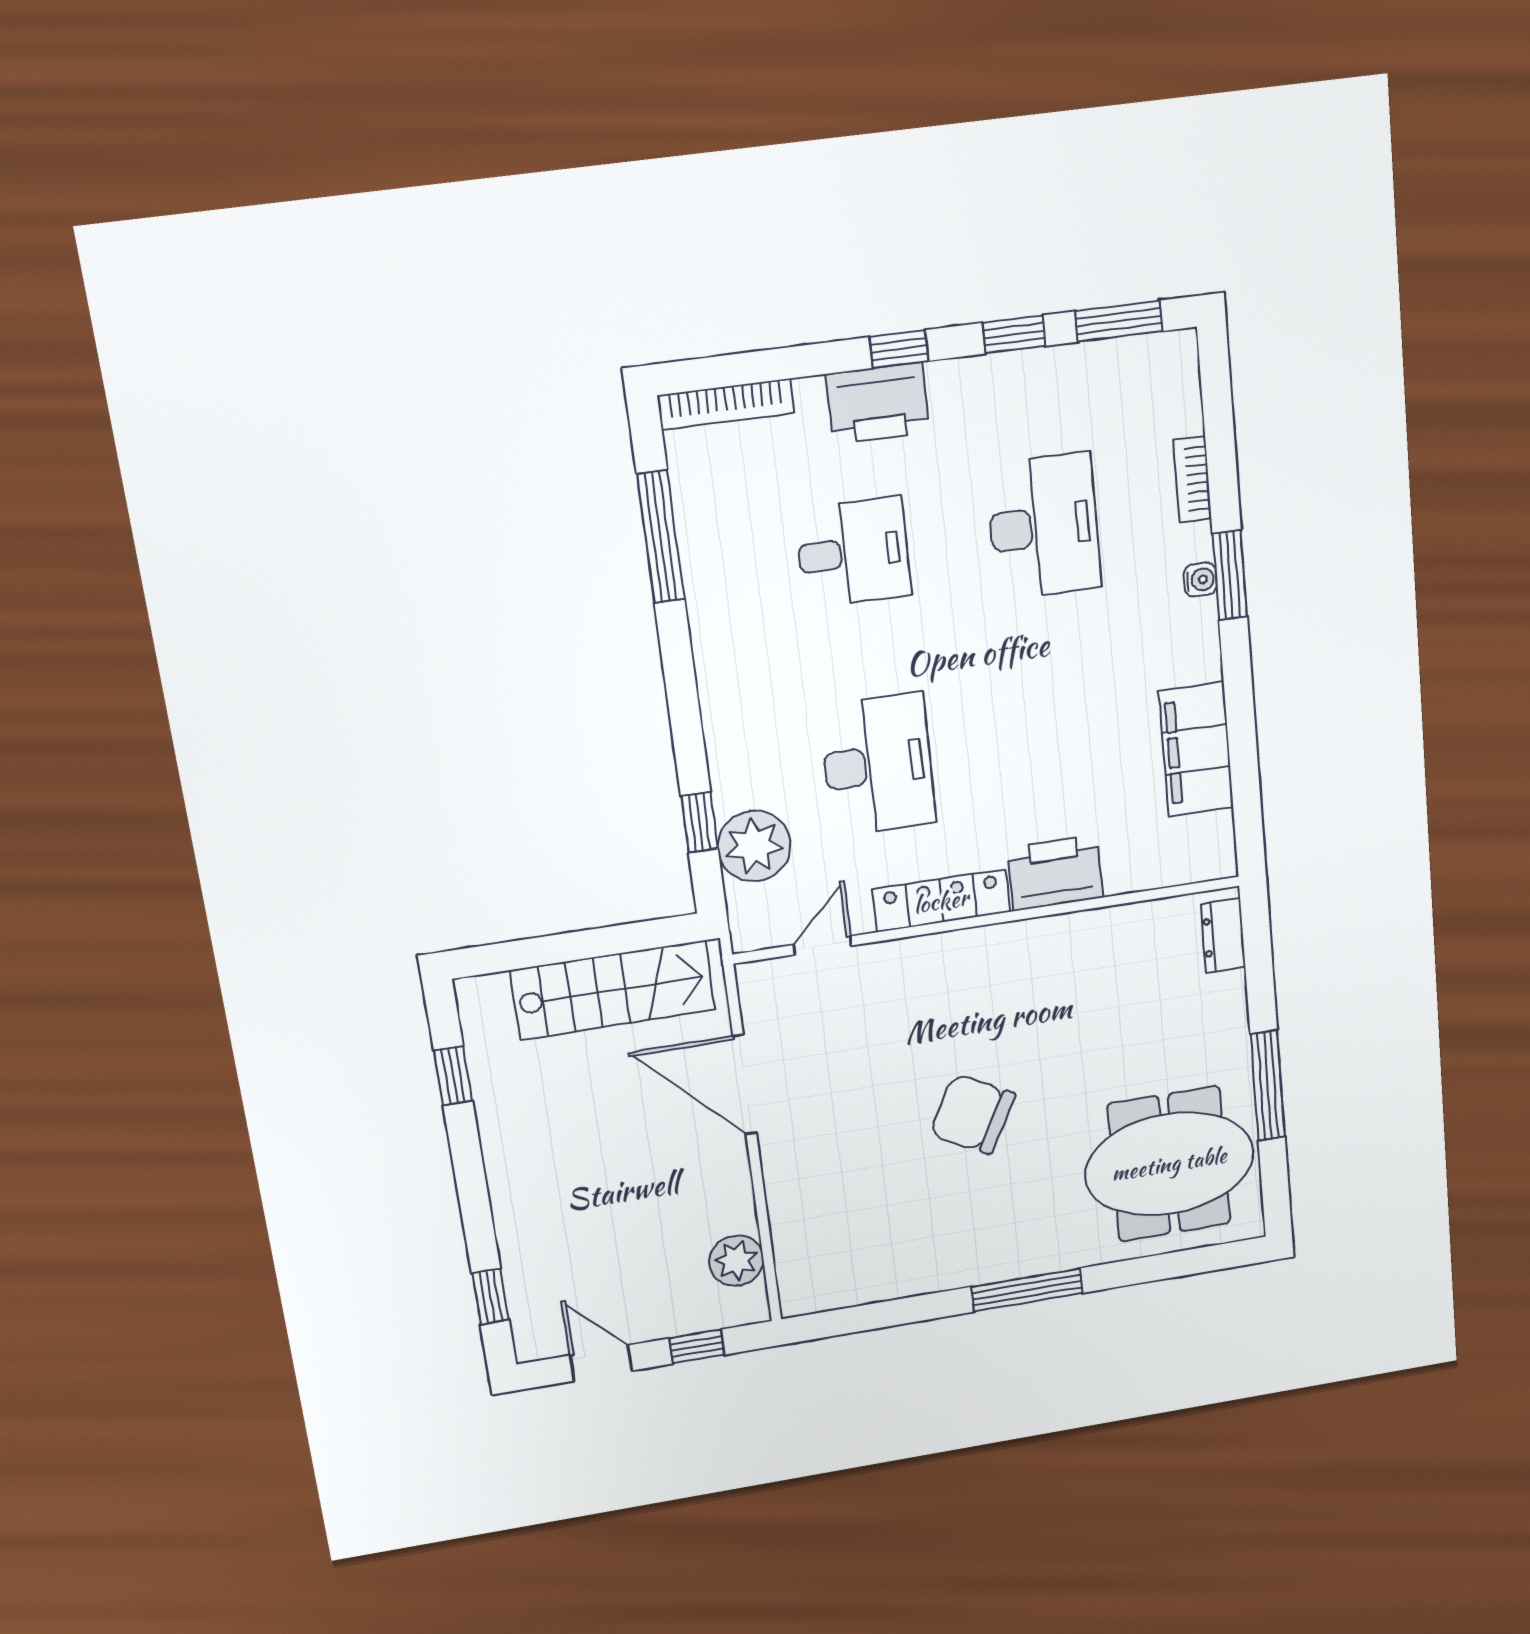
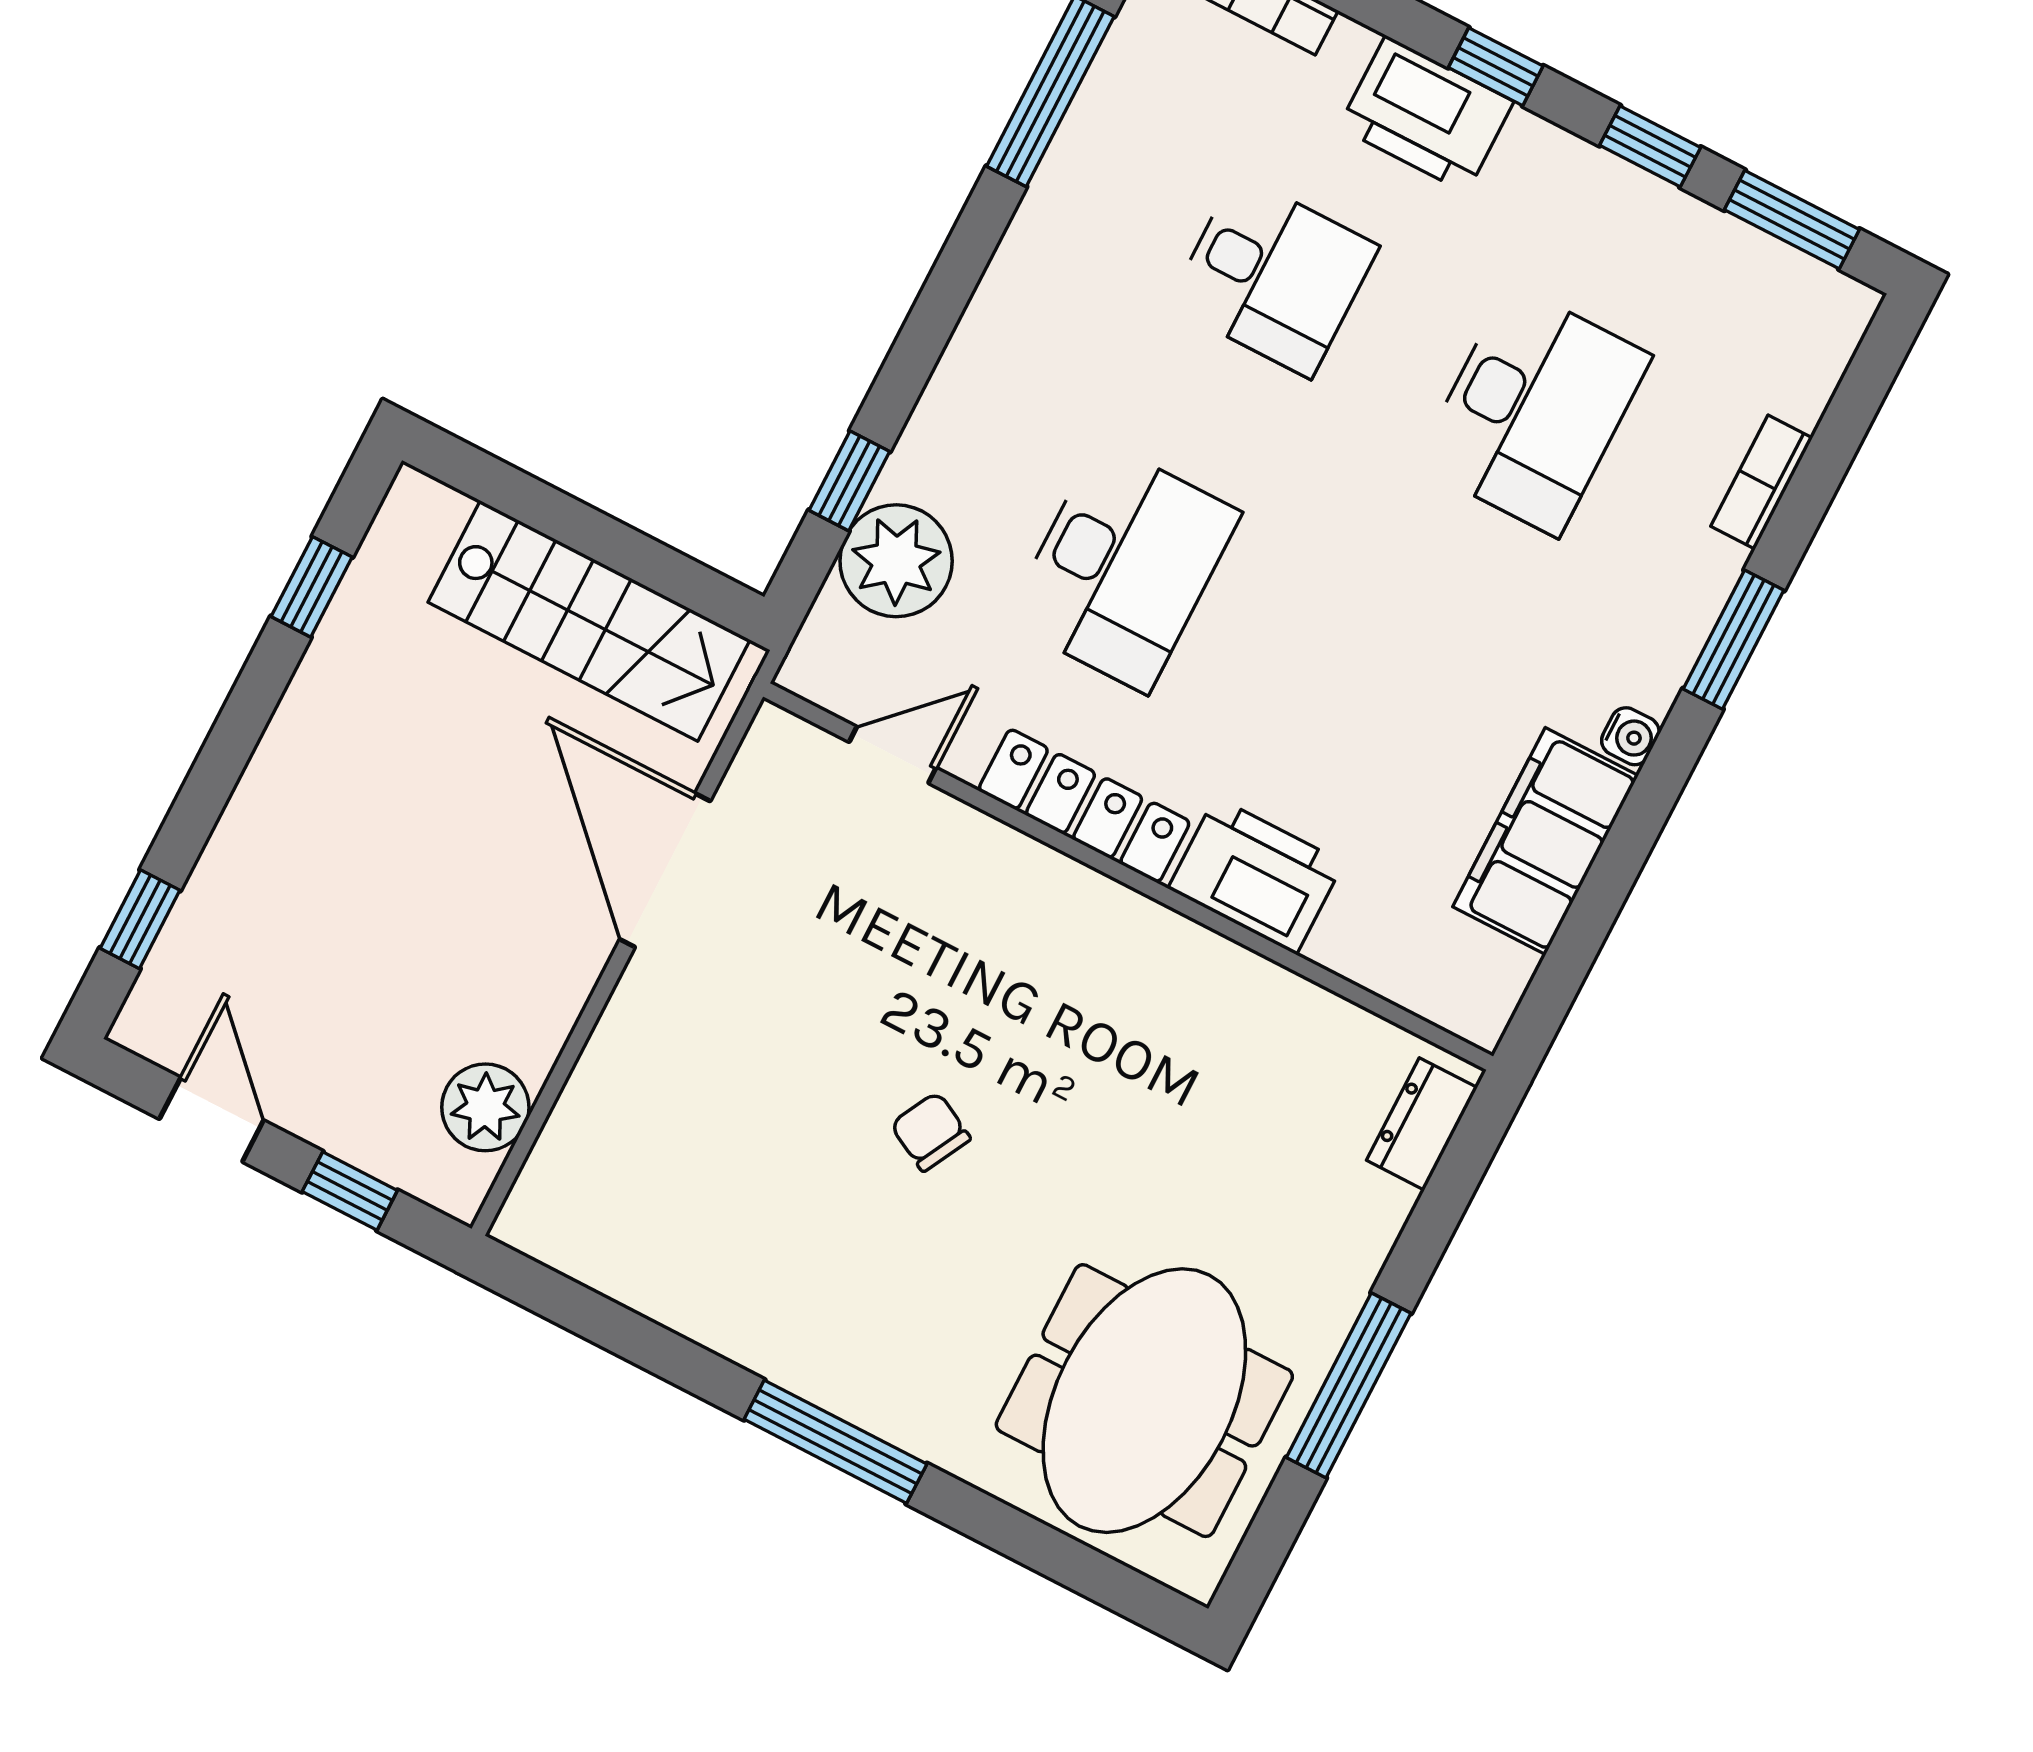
water cooler: (1200, 580) -> (1630, 736), moved
chair: (973, 1114) -> (930, 1132), width x0.54, depth x0.54
meeting table: (1169, 1164) -> (1144, 1401), turned 90

